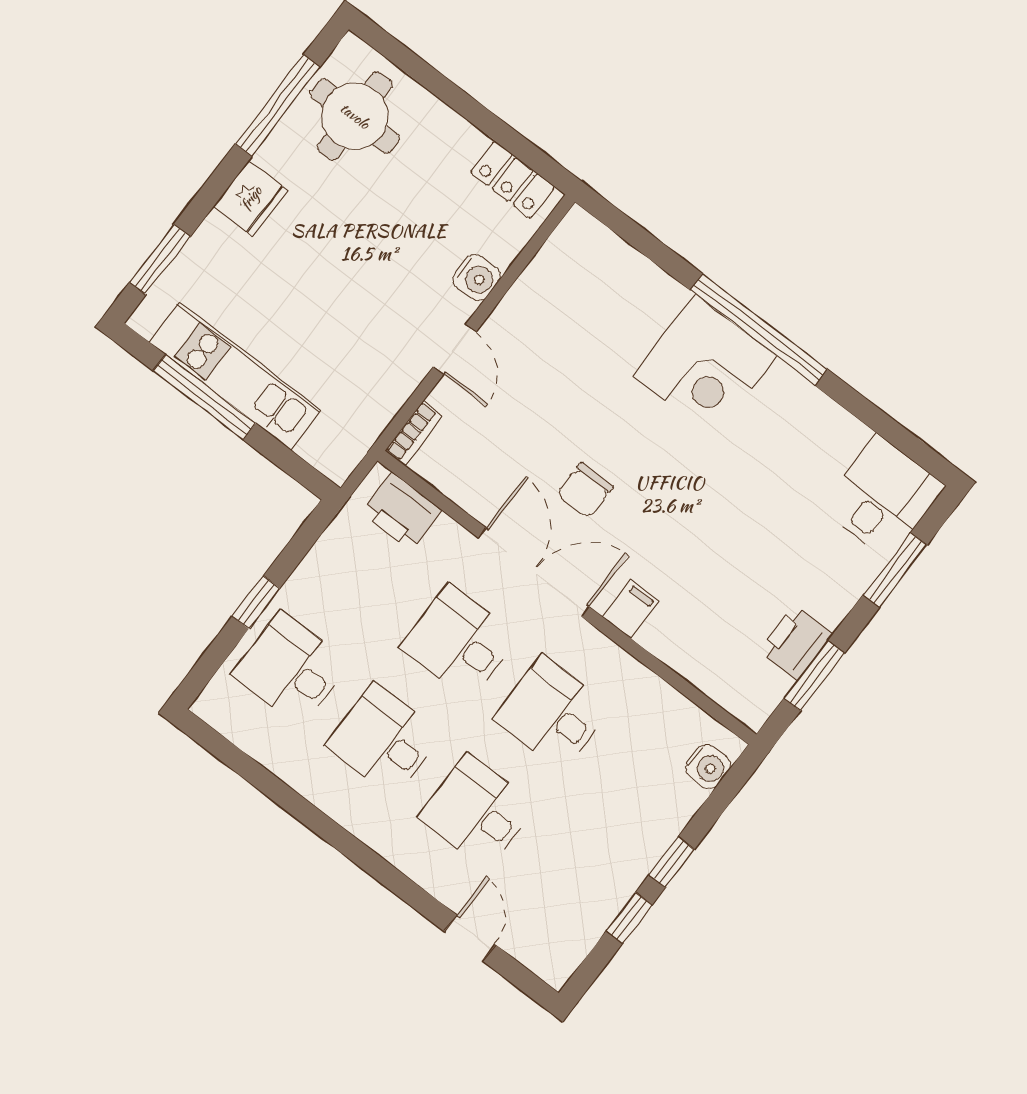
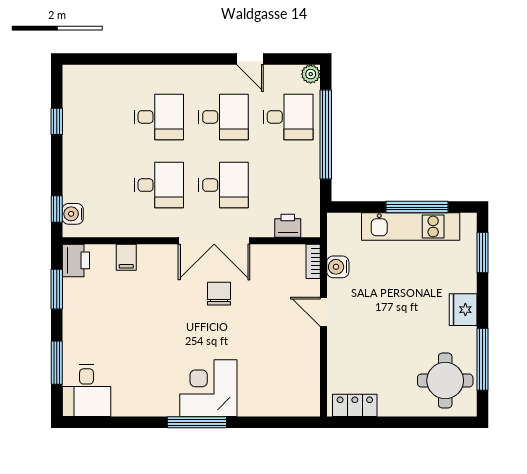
water cooler: (477, 278) -> (338, 267), moved
window: (759, 330) -> (197, 422), width x0.68
printer: (401, 512) -> (288, 226), width x0.73, depth x0.81
window: (256, 602) -> (326, 135), width x3.17
filing cabinet: (631, 609) -> (126, 257), moved
printer: (796, 643) -> (76, 260), moved
plant: (211, 706) -> (311, 74), added
window: (672, 862) -> (57, 209), moved
door: (470, 938) -> (250, 59), moved

